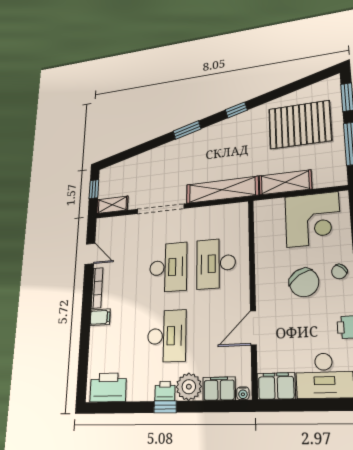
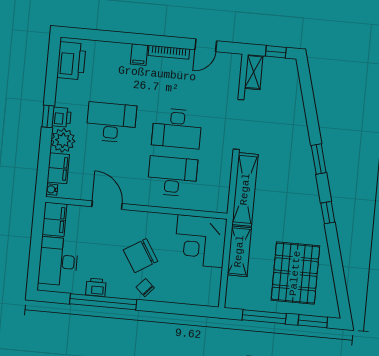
corner desk: (313, 219) -> (200, 241), moved
desk: (167, 336) -> (111, 122), turned 180

